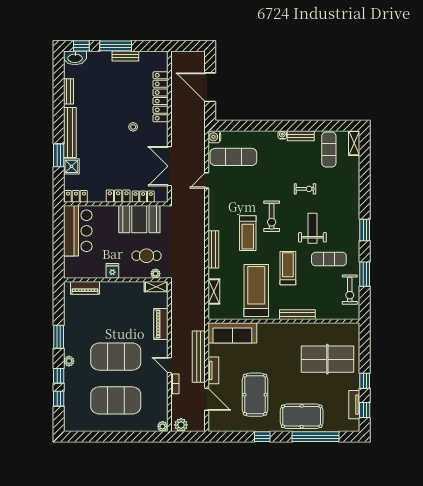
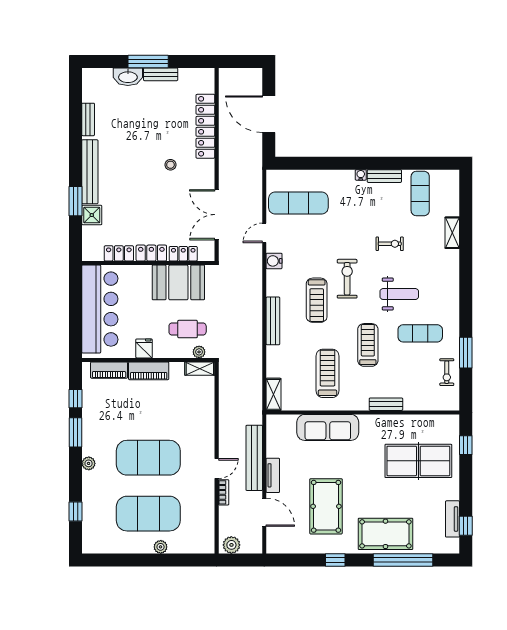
window: (81, 46) -> (105, 61), removed
washbasin: (75, 58) -> (128, 77), moved
water cooler: (214, 137) -> (274, 261), moved
shelving: (354, 143) -> (452, 233), moved
locker: (76, 196) -> (119, 253), moved
exercise bike: (272, 216) -> (347, 279), turned 180
weight bench: (312, 228) -> (399, 294), turned 90
window: (365, 230) -> (466, 296), removed
bar counter: (78, 231) -> (100, 309), width x1.36
treadmill: (256, 290) -> (327, 373), width x0.73, depth x0.73
exercise bike: (350, 290) -> (447, 372), width x0.73, depth x0.72
shelving: (214, 292) -> (273, 394), moved
bench: (297, 315) -> (386, 404), width x0.73
piano: (161, 324) -> (149, 371), moved, turned -90
sofa: (232, 333) -> (328, 427), moved
door: (169, 365) -> (217, 468), swing flipped
window: (59, 376) -> (75, 399), moved
window: (365, 381) -> (466, 445), moved
plant: (163, 426) -> (161, 547), moved

